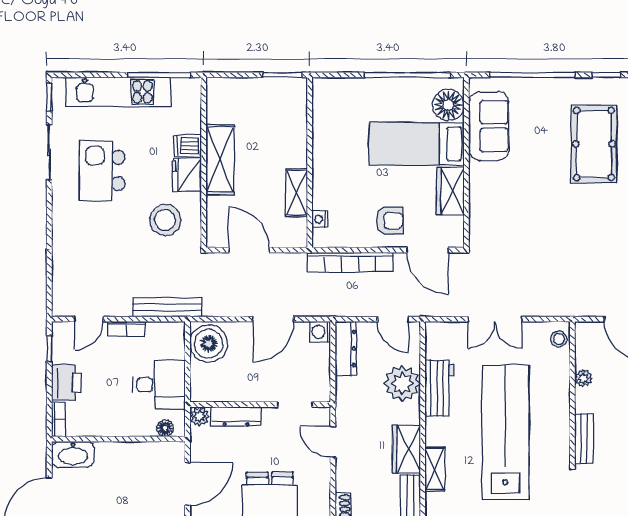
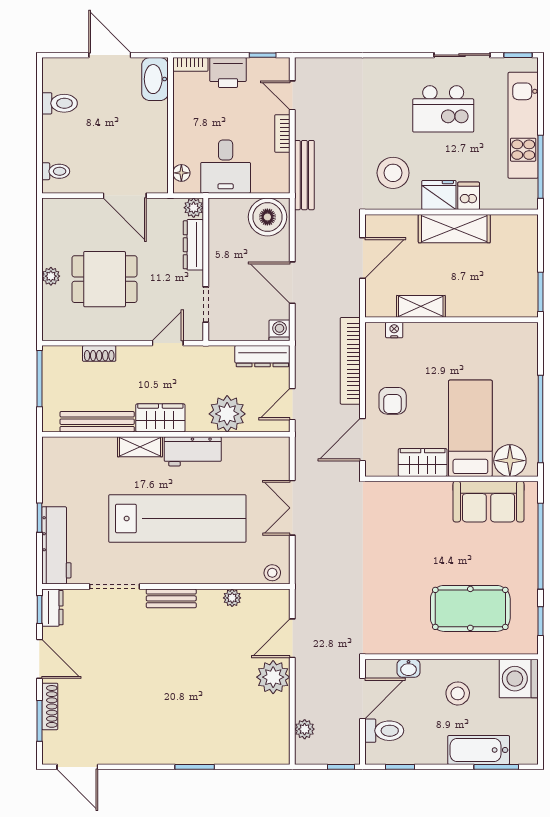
kitchen island: (102, 171) -> (443, 109), turned 180
workbench: (439, 388) -> (193, 451), moved

